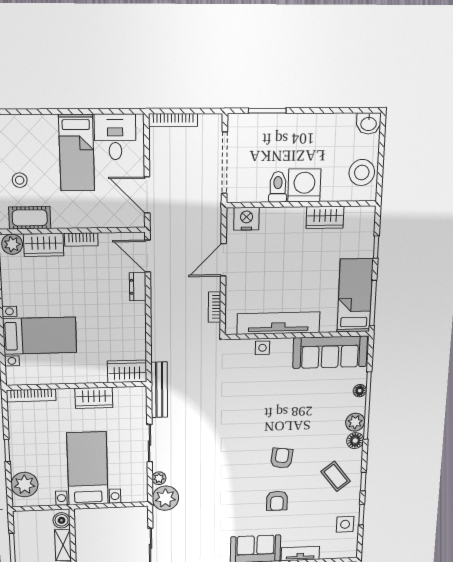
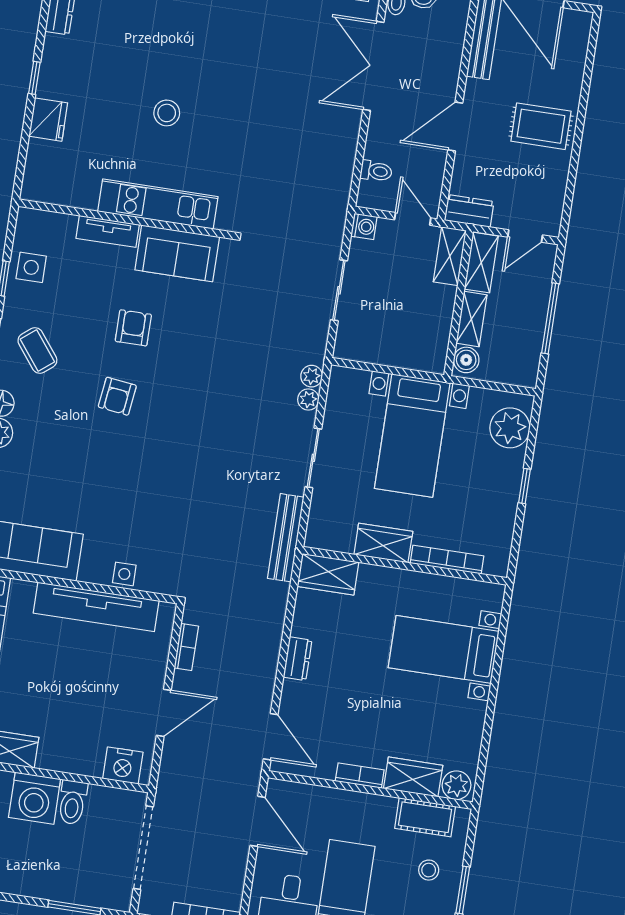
dresser: (138, 287) -> (298, 659), moved
bookcase: (31, 395) -> (447, 560), moved
plant: (165, 498) -> (312, 376), width x0.53, depth x0.53

